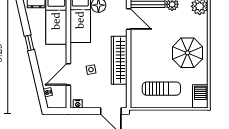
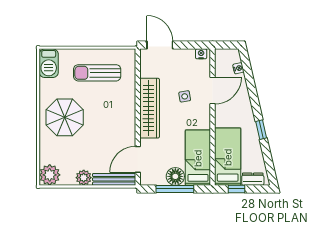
door: (129, 19) -> (138, 159), hinge flipped

